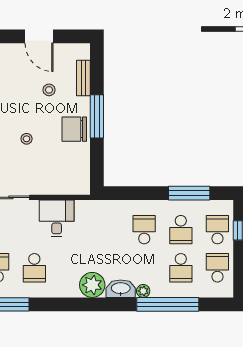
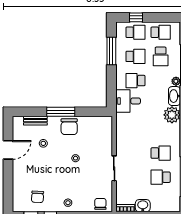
desk: (57, 218) -> (128, 101), moved
school desk: (217, 230) -> (135, 32), turned 180
school desk: (181, 268) -> (161, 56), turned 90
school desk: (217, 268) -> (161, 32), turned 180

